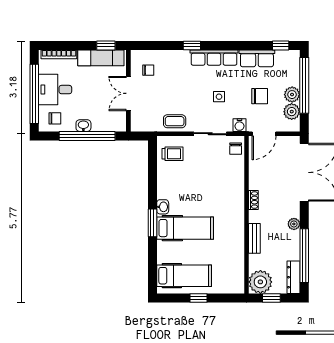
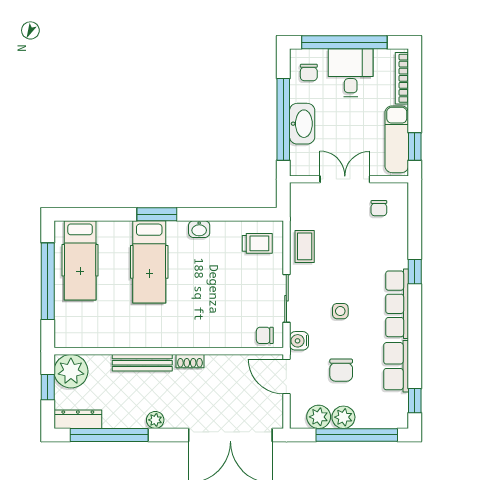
washbasin: (83, 126) -> (302, 124), width x1.91, depth x1.45
trolley: (172, 154) -> (257, 243), turned -90
washbasin: (163, 207) -> (199, 229), moved
bench: (254, 238) -> (142, 363), width x1.36
window: (198, 298) -> (48, 281), width x3.17

